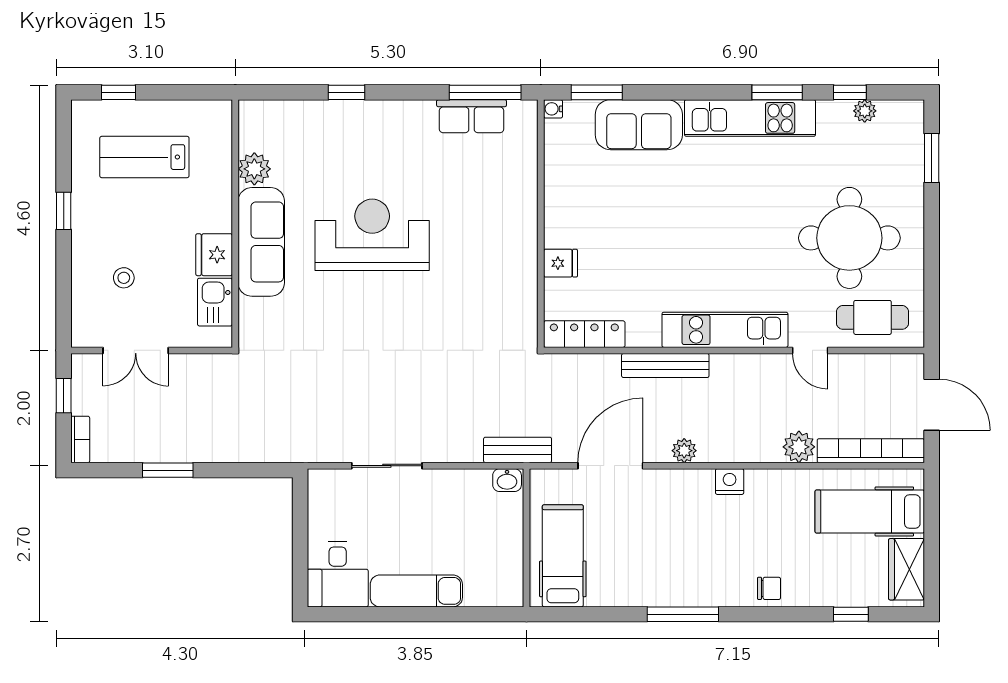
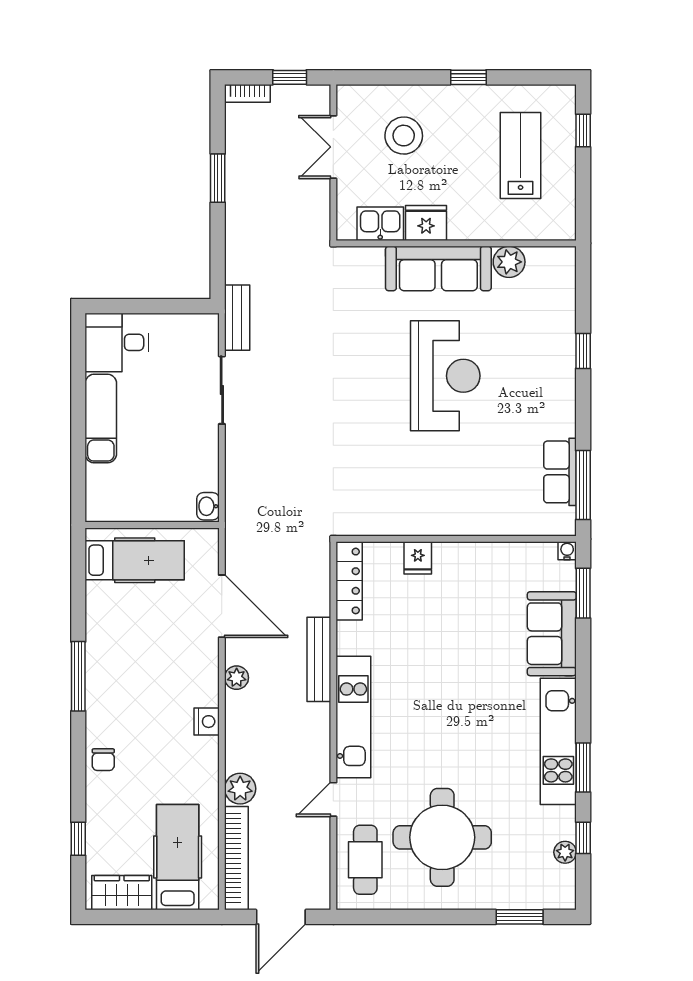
stool: (124, 278) -> (404, 136), width x1.89, depth x1.89
bench: (518, 450) -> (237, 318), moved

